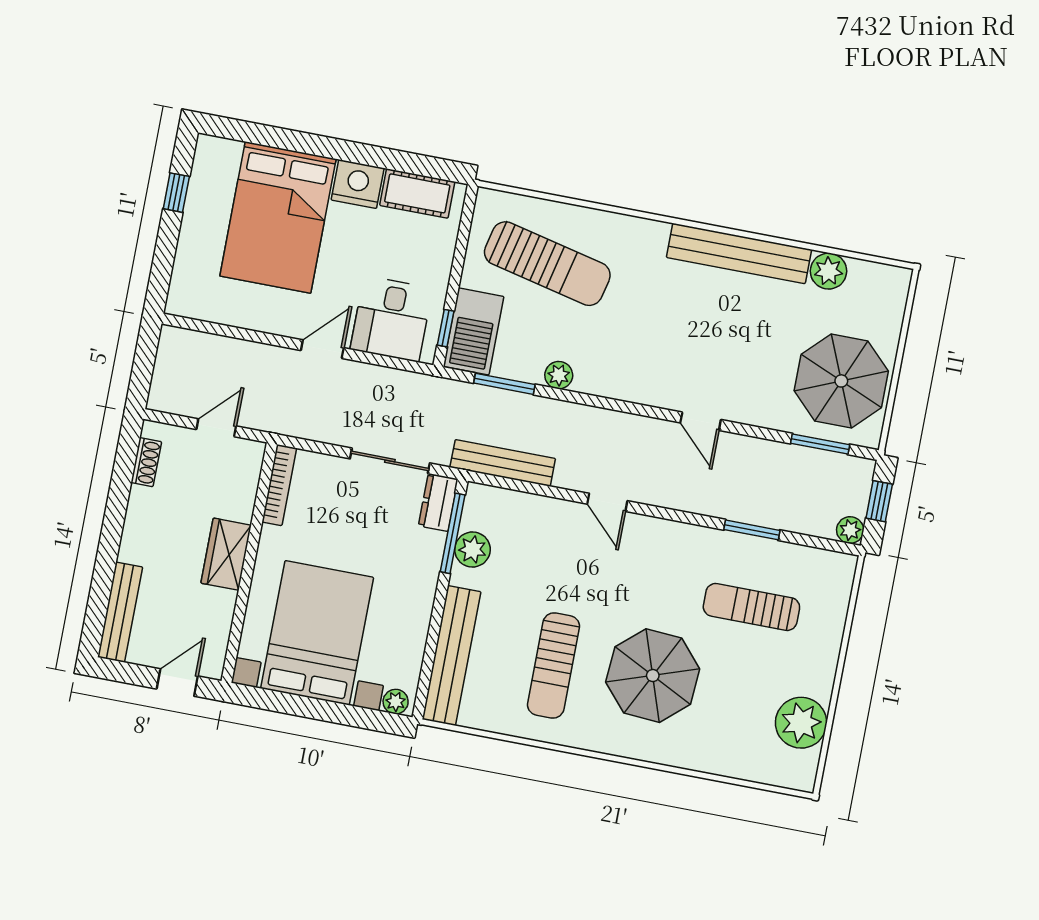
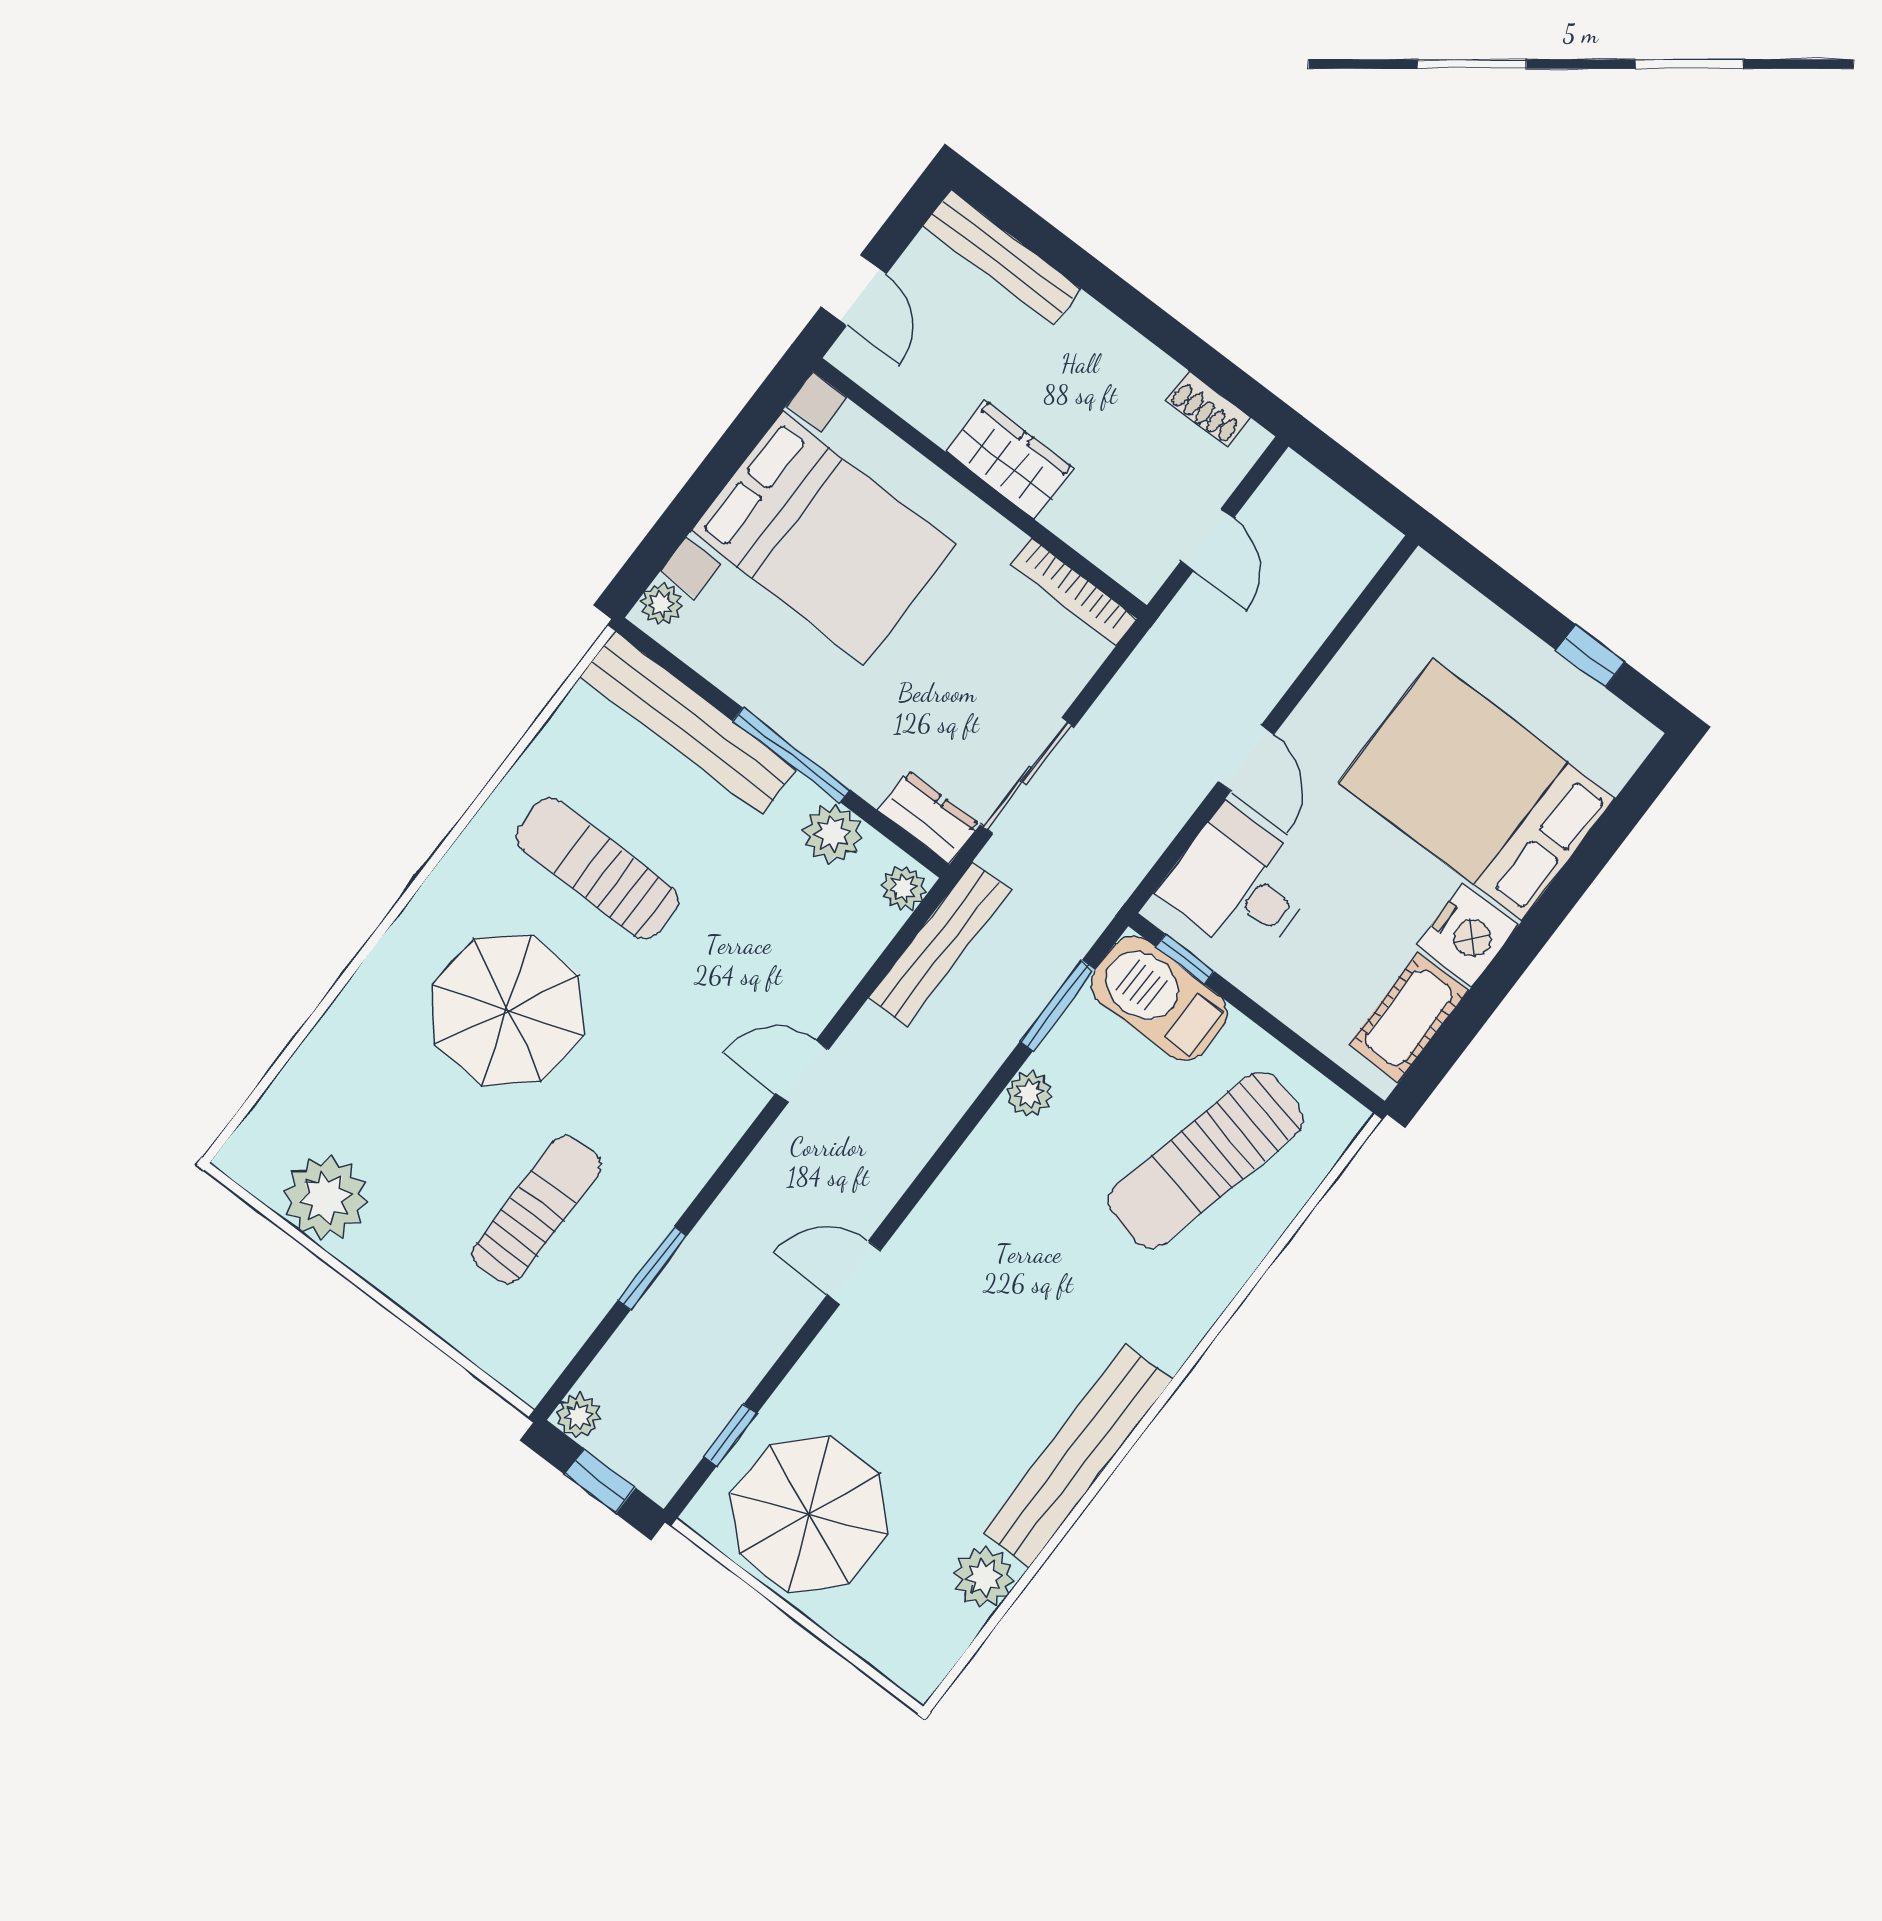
window: (820, 444) -> (730, 1435), width x0.67
plant: (483, 497) -> (904, 888), added
window: (453, 533) -> (791, 755), moved

